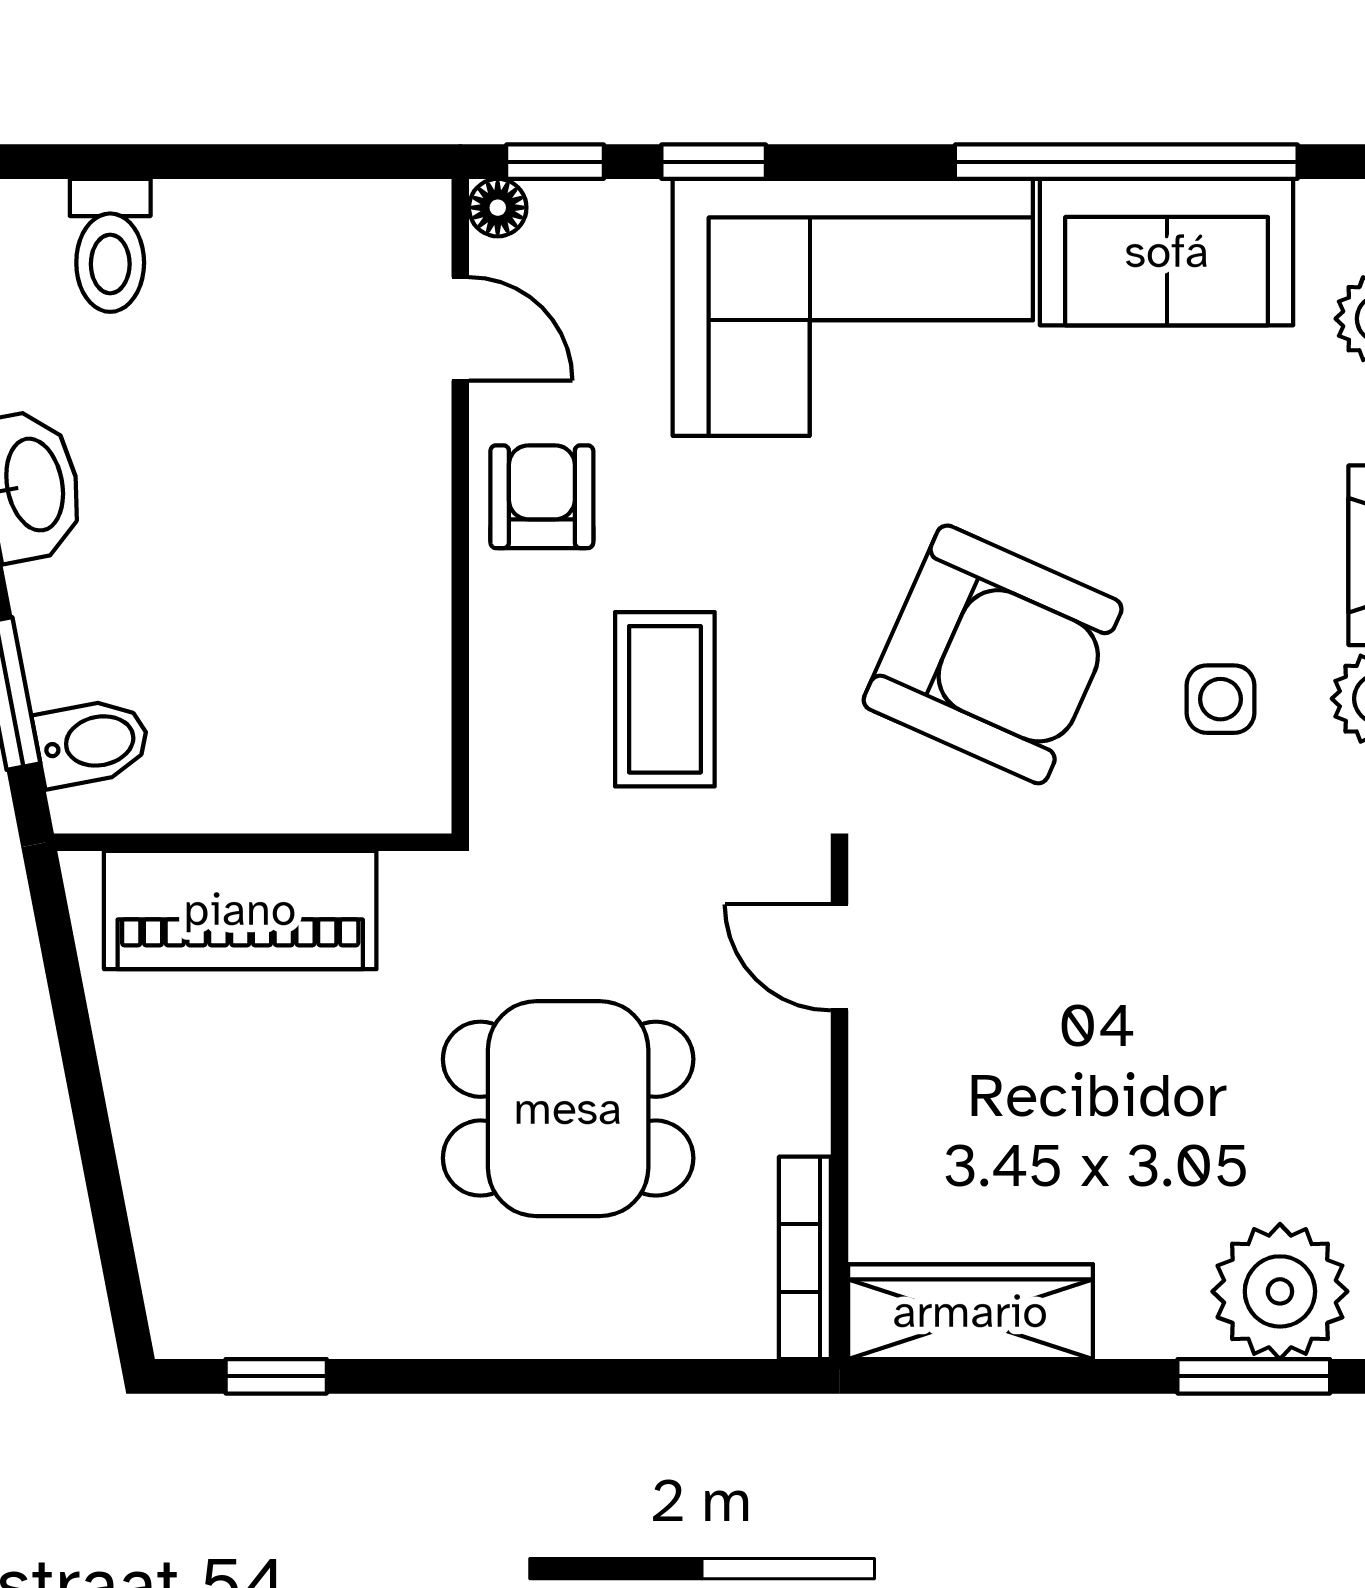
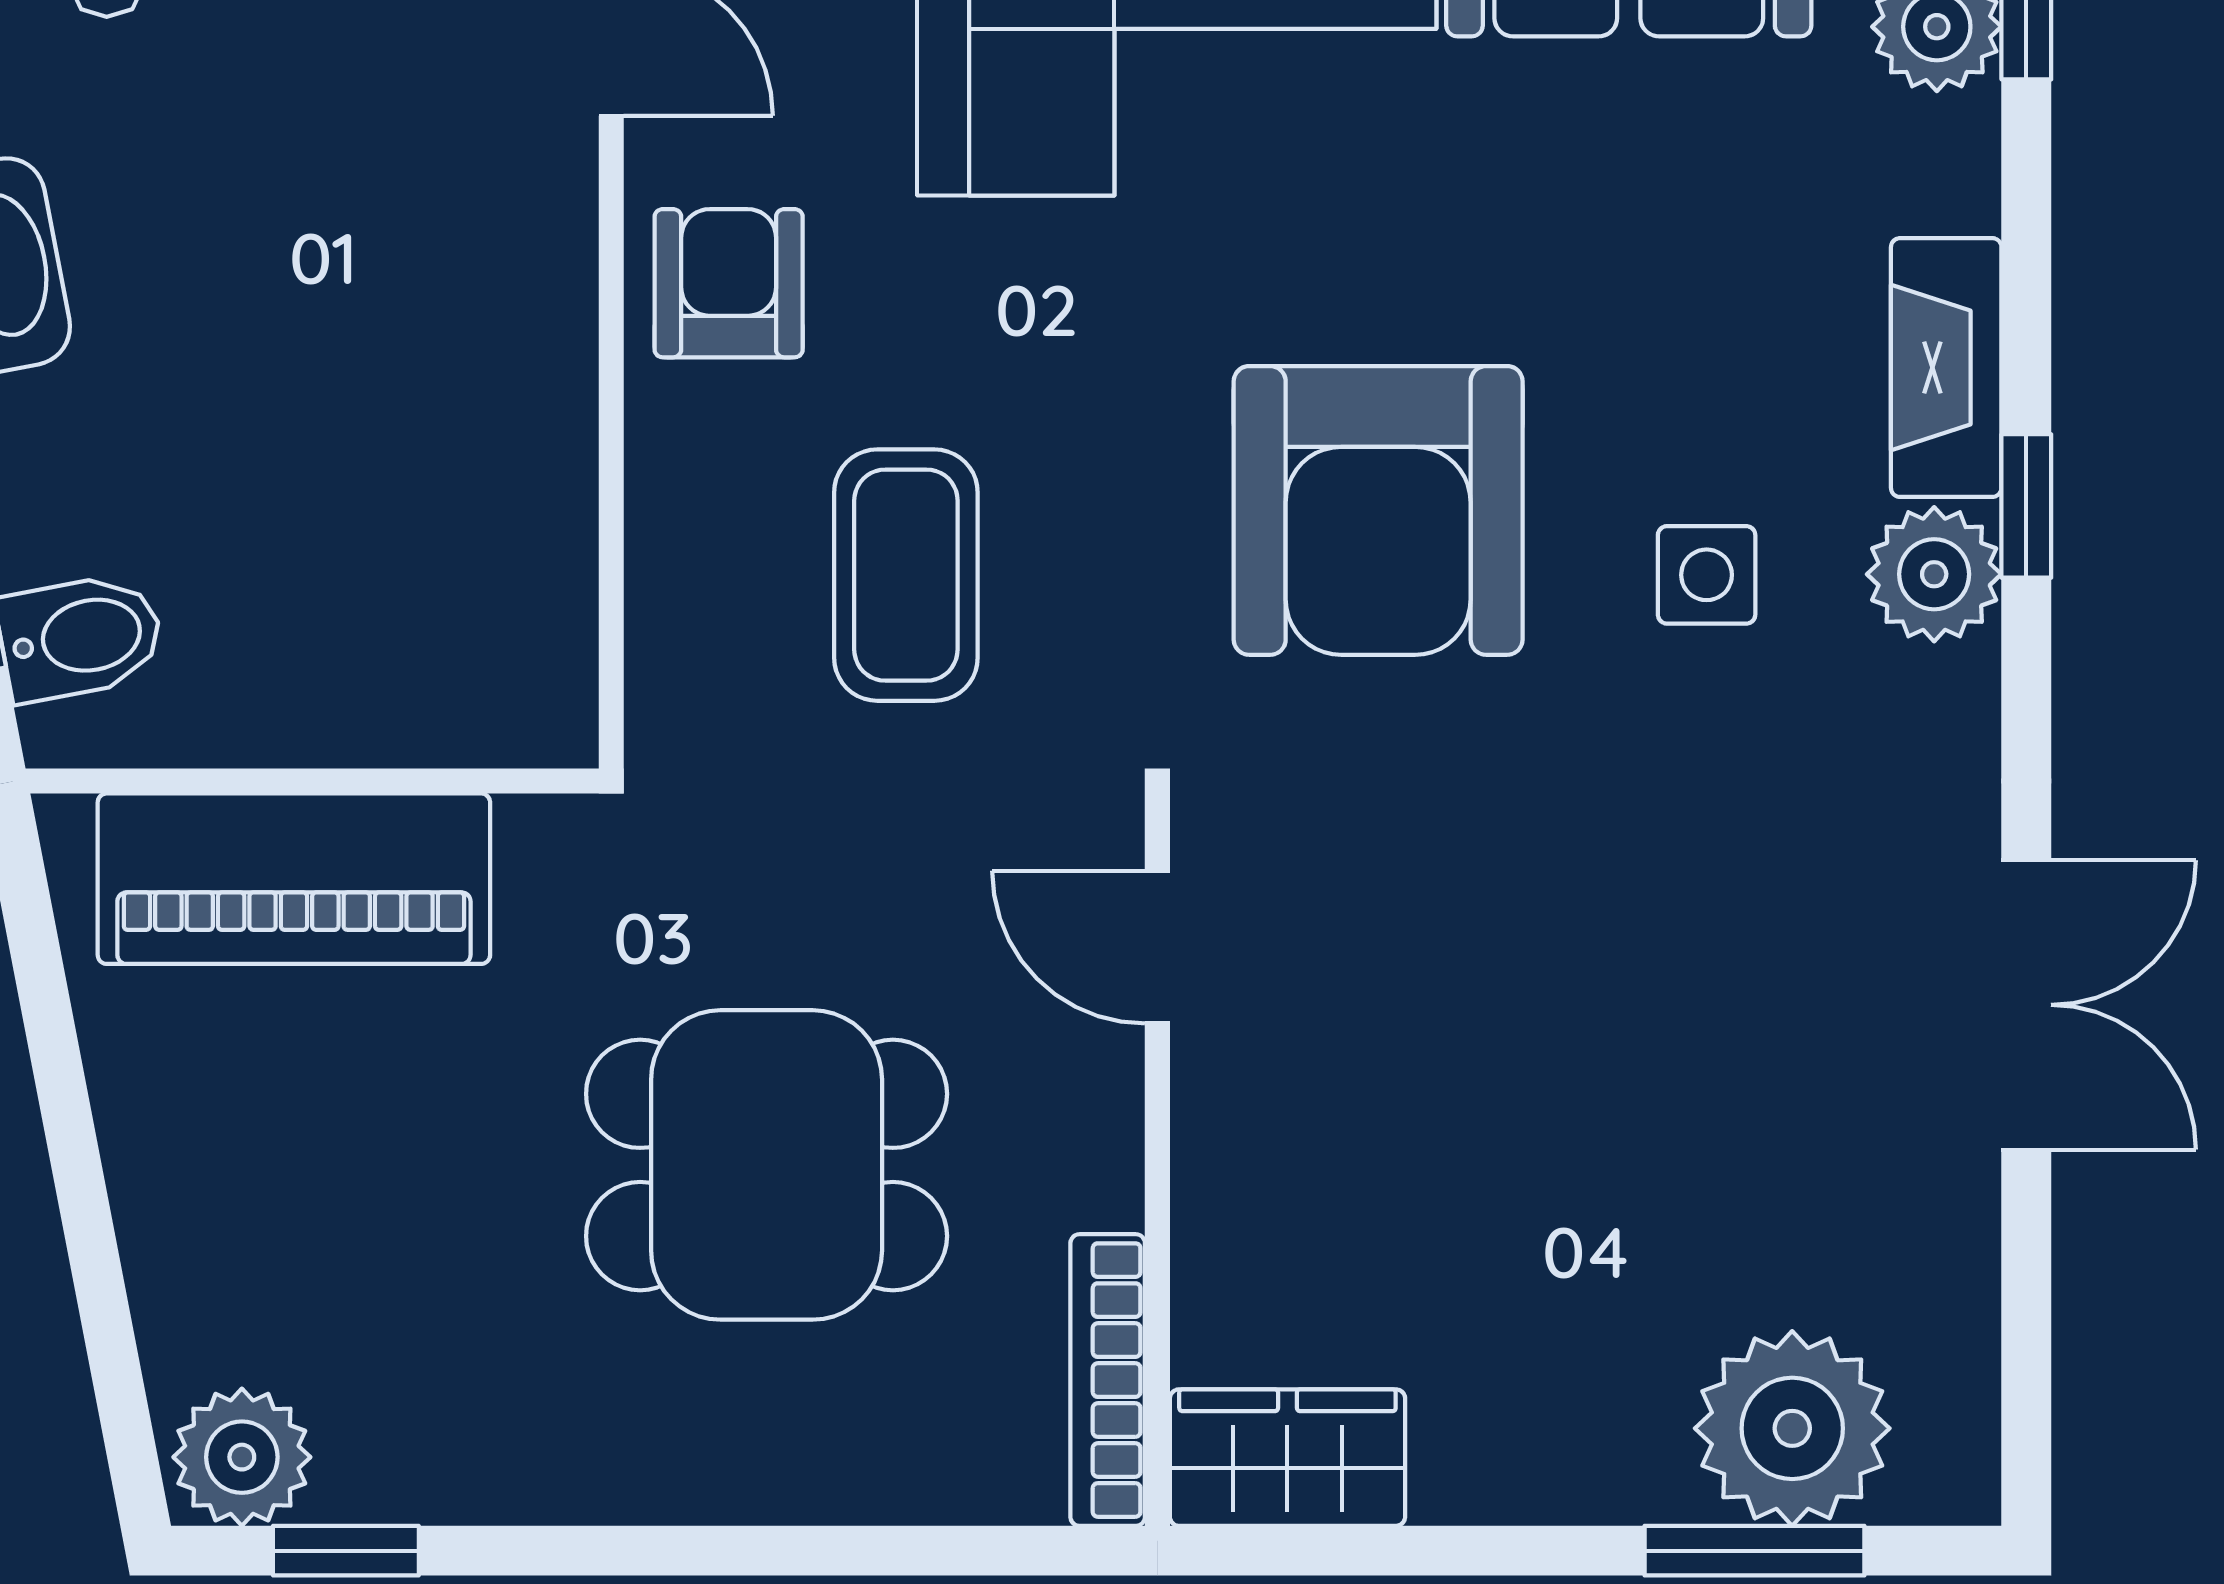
armchair: (993, 654) -> (1378, 510), turned 66
plant: (204, 1311) -> (242, 1457), added
wardrobe: (970, 1312) -> (1287, 1458), width x0.67

